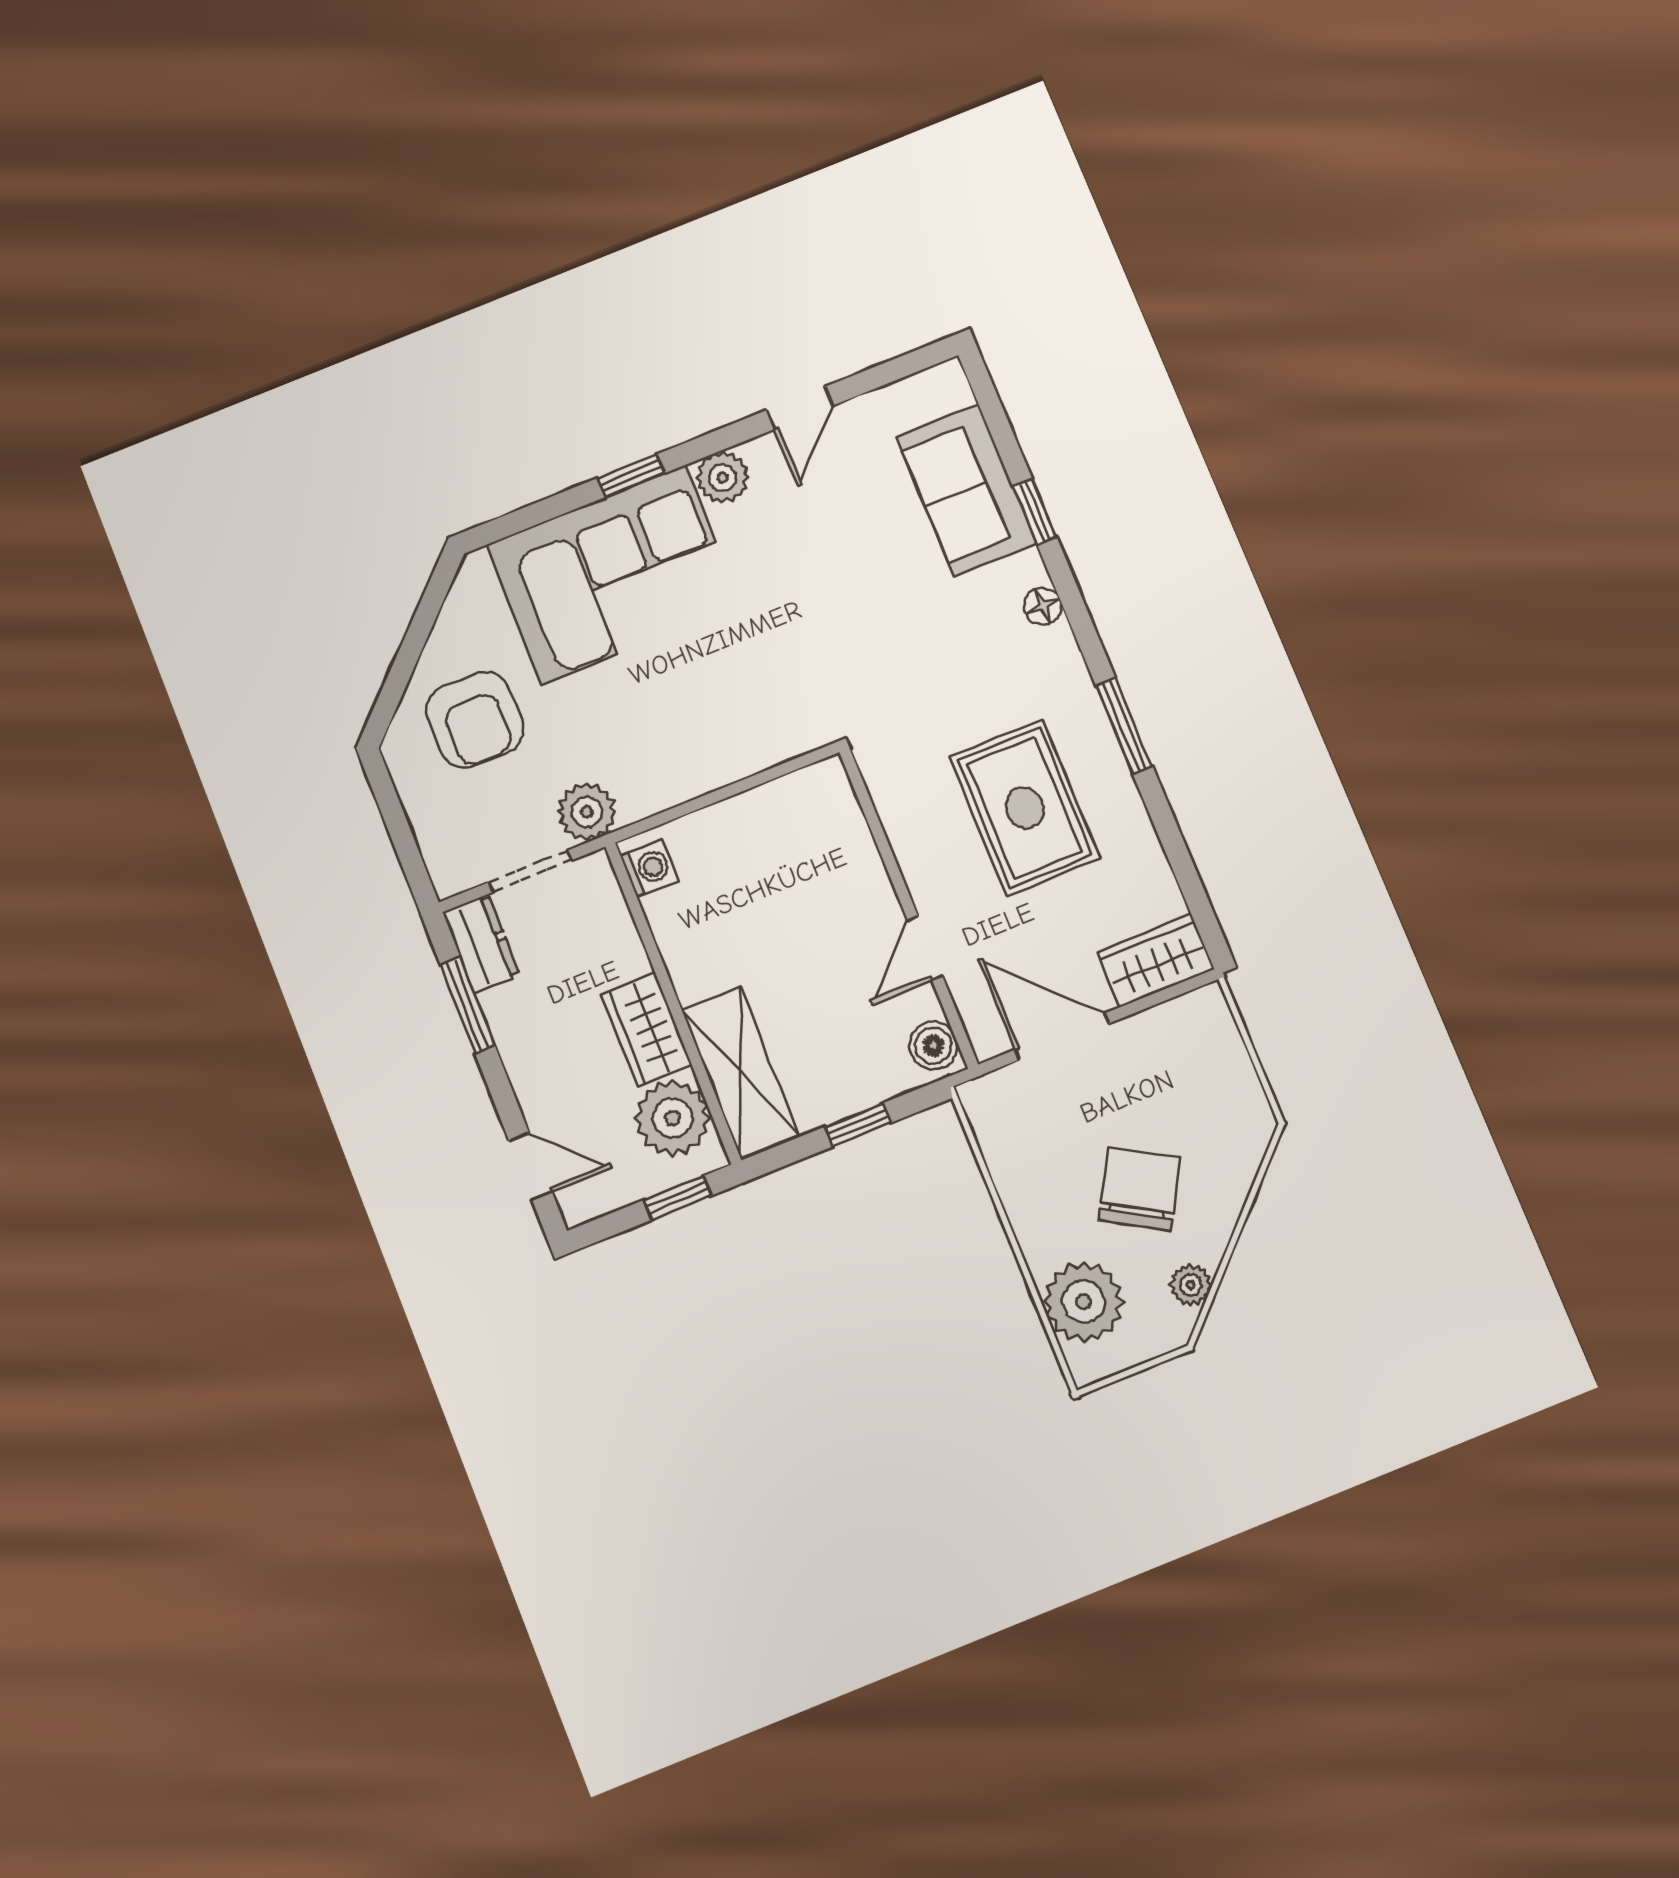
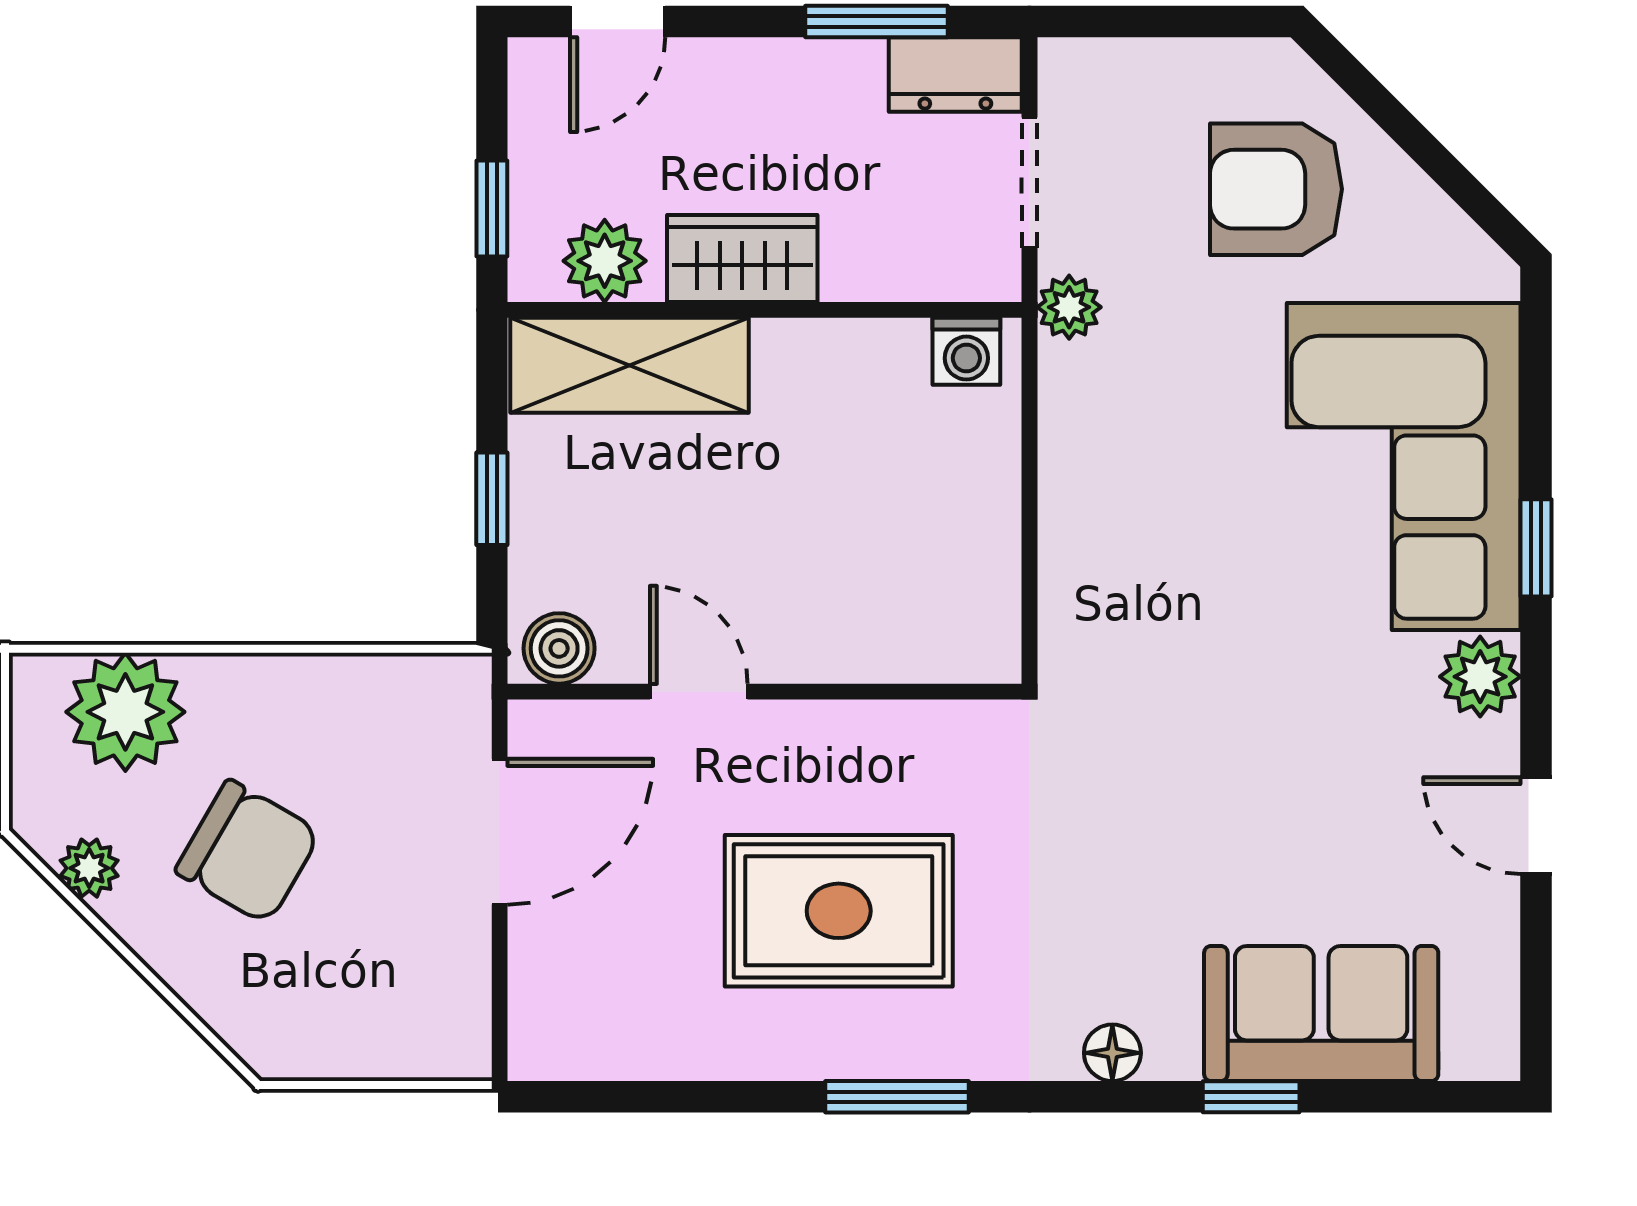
plant: (587, 812) -> (1069, 307), width x0.73, depth x0.73
wardrobe: (1155, 961) -> (552, 1004), removed
plant: (673, 1118) -> (605, 261), width x0.73, depth x0.73

